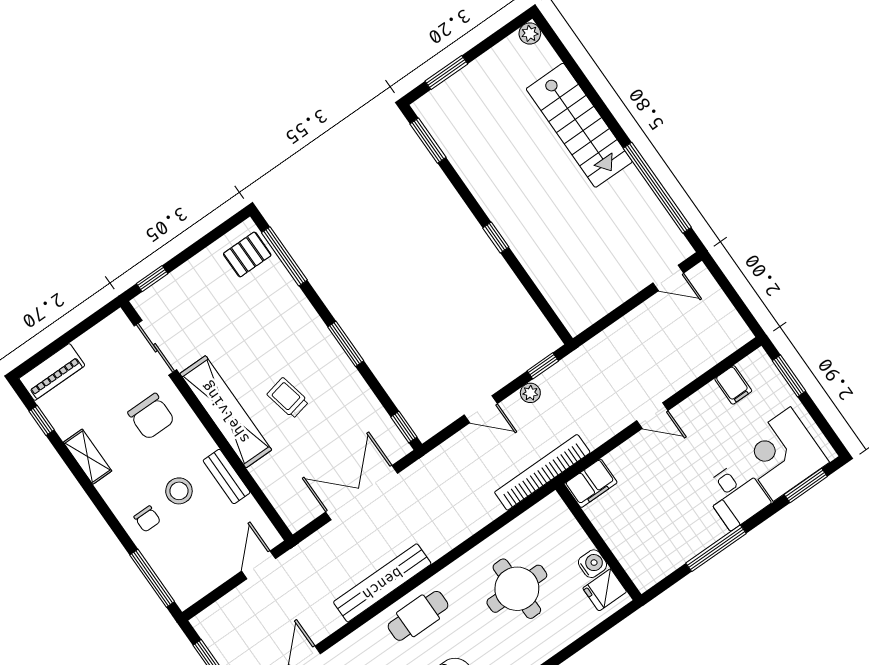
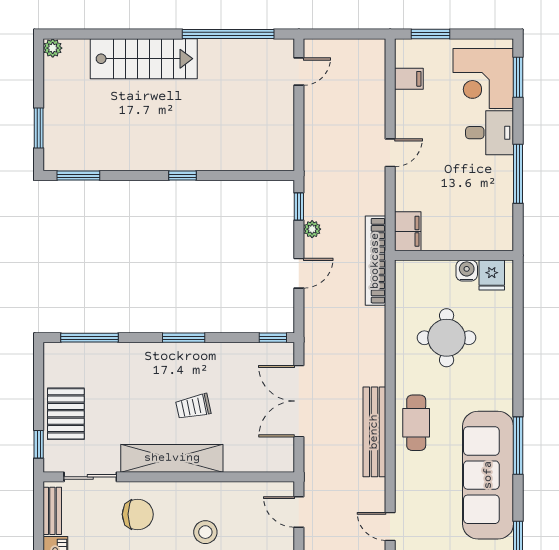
pallet: (247, 254) -> (66, 414), moved, width x1.50, depth x1.42
bench: (227, 476) -> (52, 511), moved, turned 90

